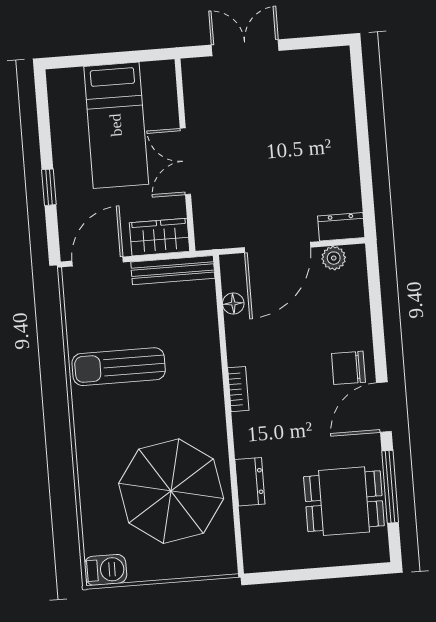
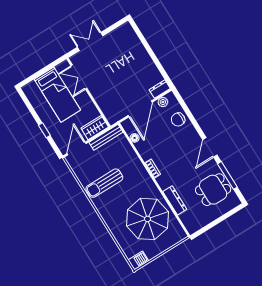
double door: (185, 161) -> (79, 77), moved
chair: (348, 368) -> (178, 120), moved
dresser: (250, 482) -> (175, 200), width x1.44

